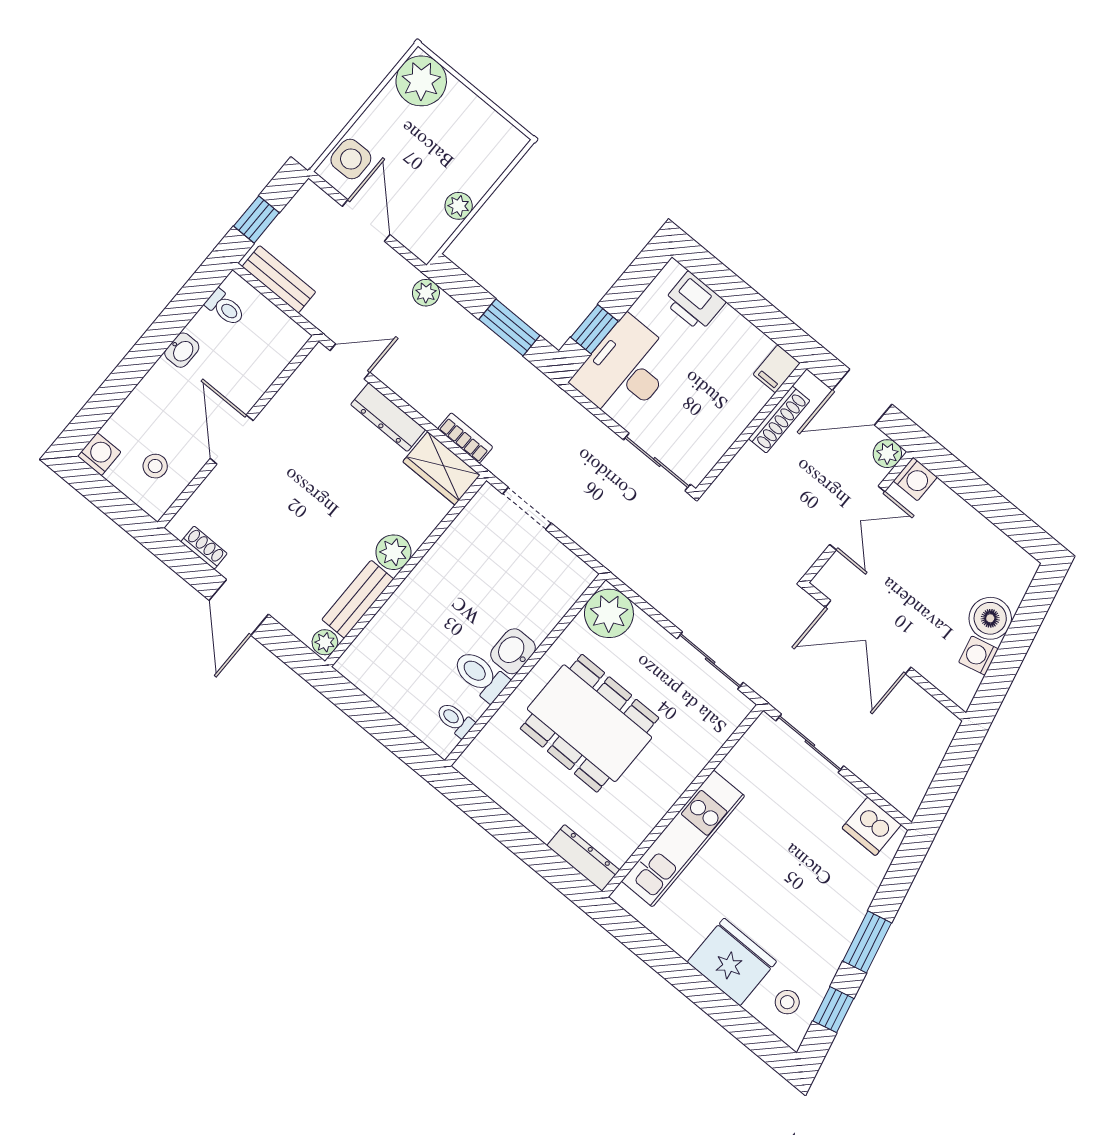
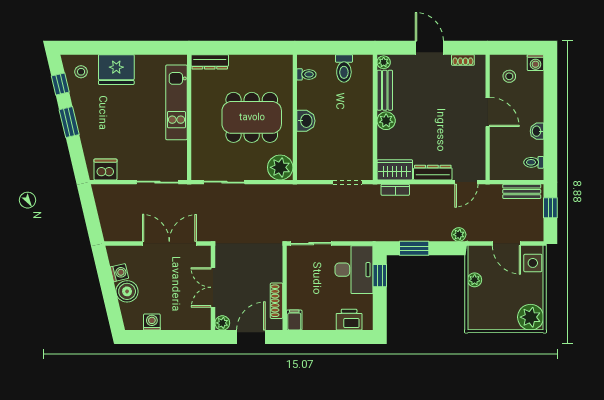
washing machine: (915, 479) -> (152, 322), moved, turned 90
toilet: (480, 675) -> (344, 68), moved, turned 90

